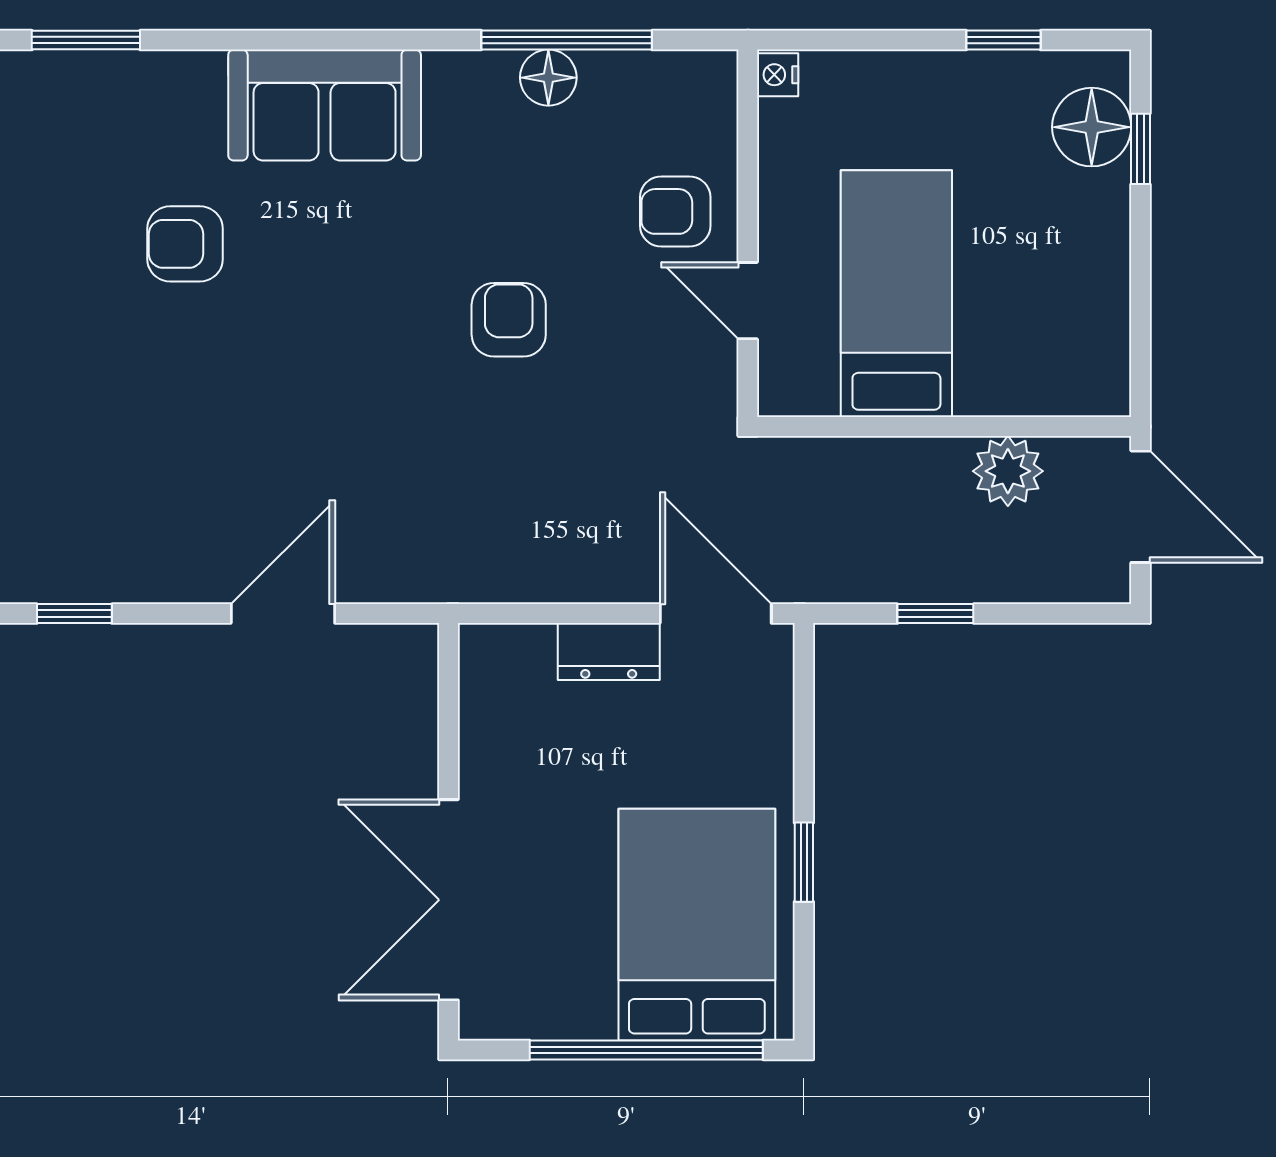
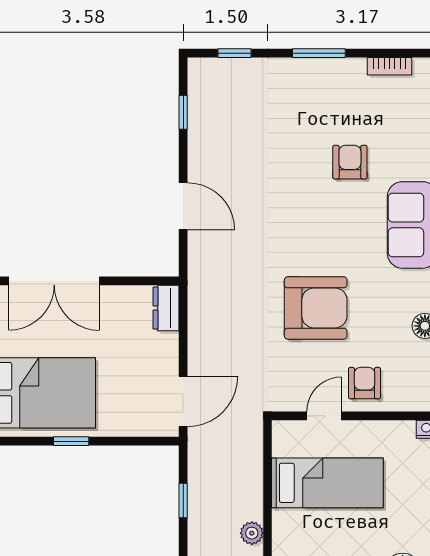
armchair: (509, 320) -> (316, 308), width x1.88, depth x1.88
plant: (1008, 471) -> (252, 533), width x0.73, depth x0.73
dresser: (609, 652) -> (166, 308), moved
double door: (449, 900) -> (54, 281), swing flipped

